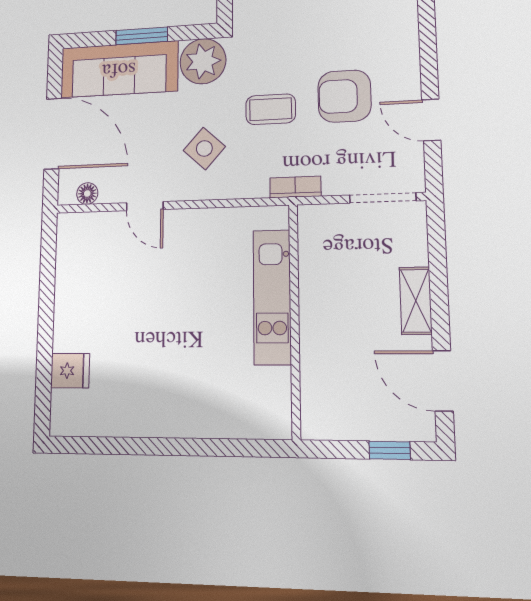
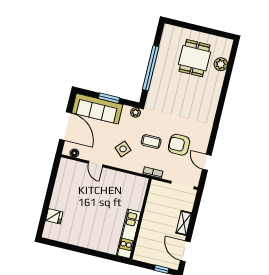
plant: (203, 61) -> (135, 112), width x0.53, depth x0.53
kitchen unit: (272, 297) -> (129, 234), moved

